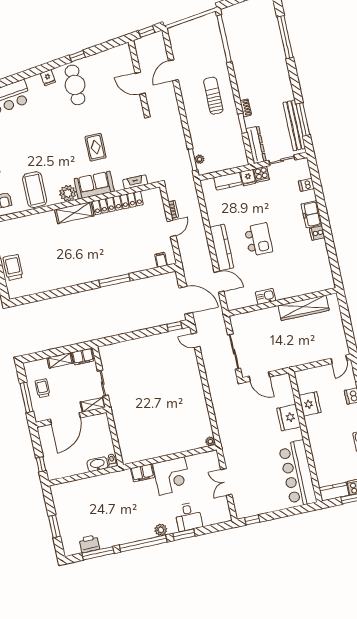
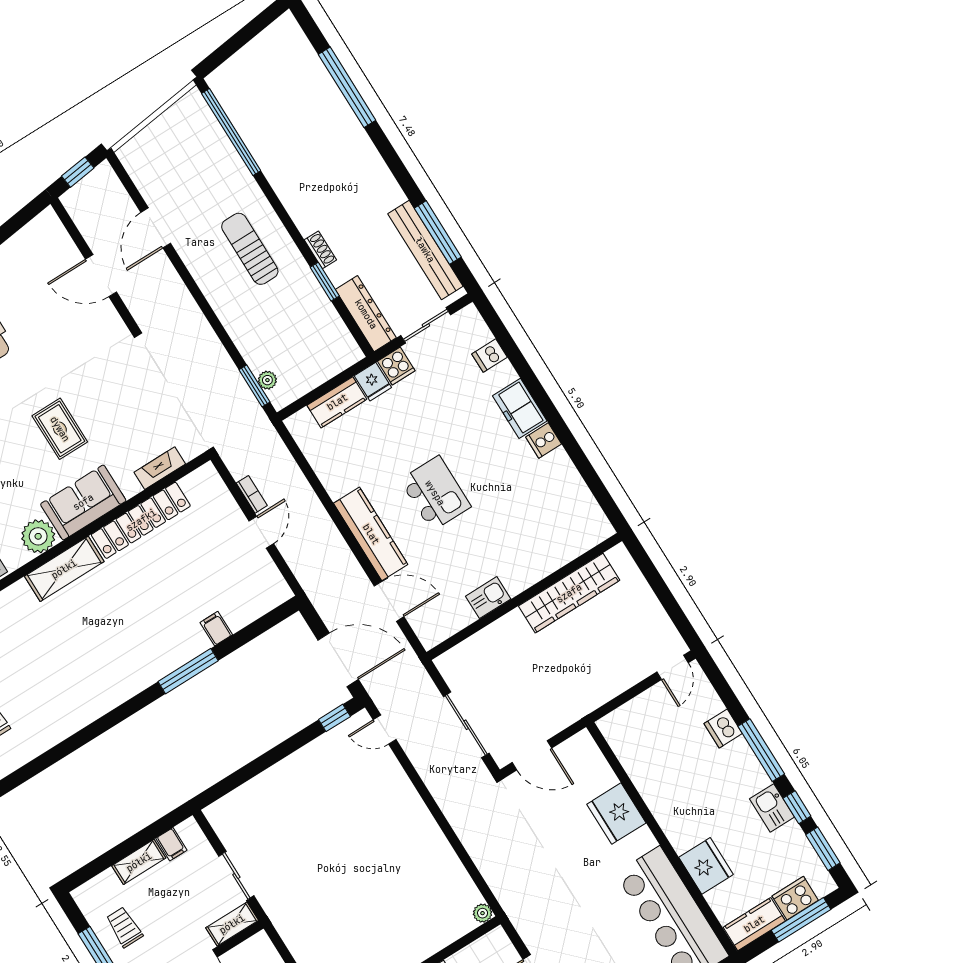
filing cabinet: (161, 260) -> (216, 629), moved
filing cabinet: (83, 357) -> (171, 844), width x0.50
fridge: (310, 404) -> (706, 866), moved

